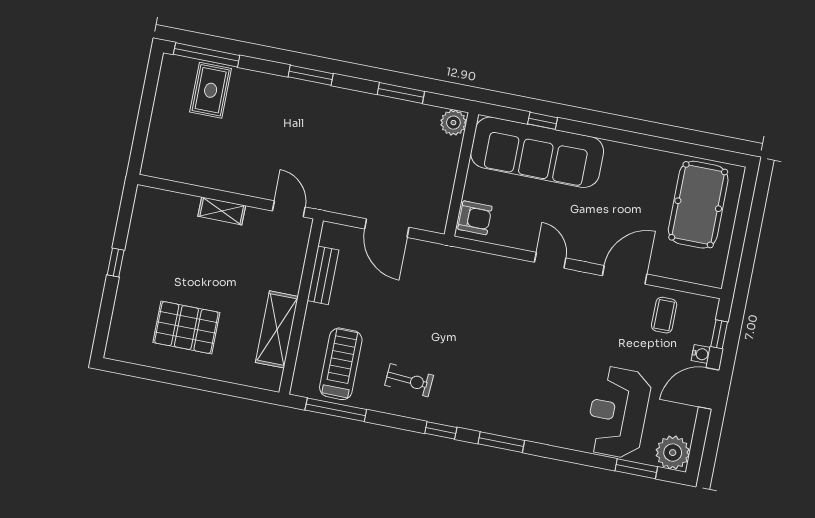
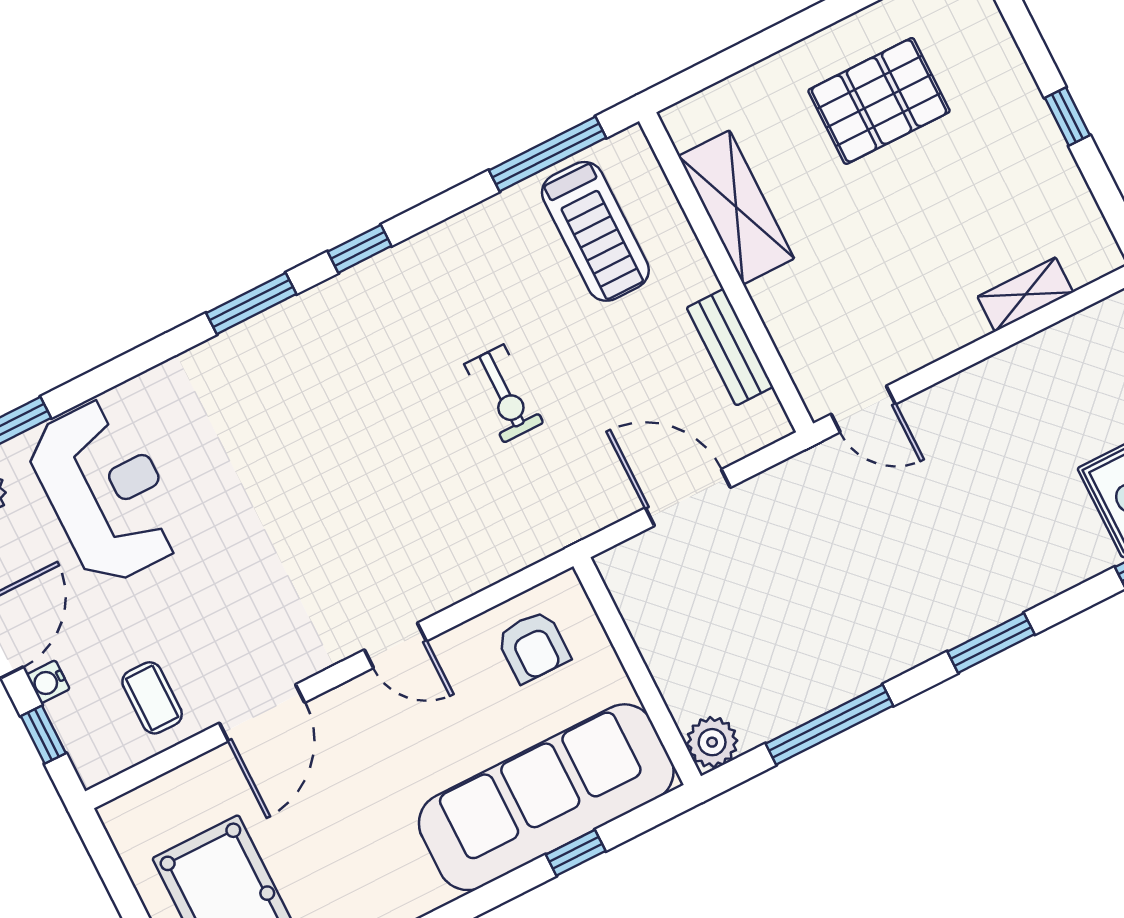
window: (401, 93) -> (829, 725), width x1.44
shelving: (222, 211) -> (1025, 294), moved
armchair: (475, 218) -> (533, 646), moved, turned -90
exercise bike: (409, 380) -> (504, 394), moved, turned -94

